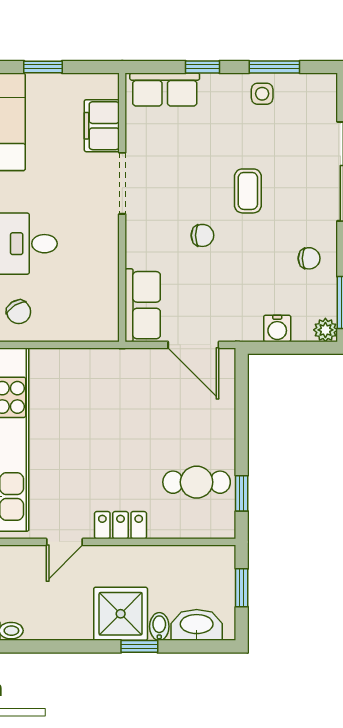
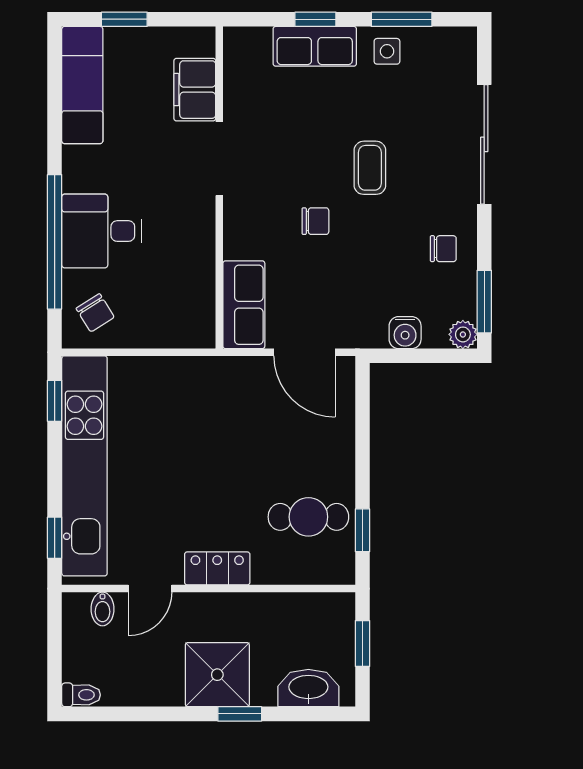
row of seats: (165, 90) -> (315, 46), moved
bidet: (159, 626) -> (103, 609), moved, turned 180

